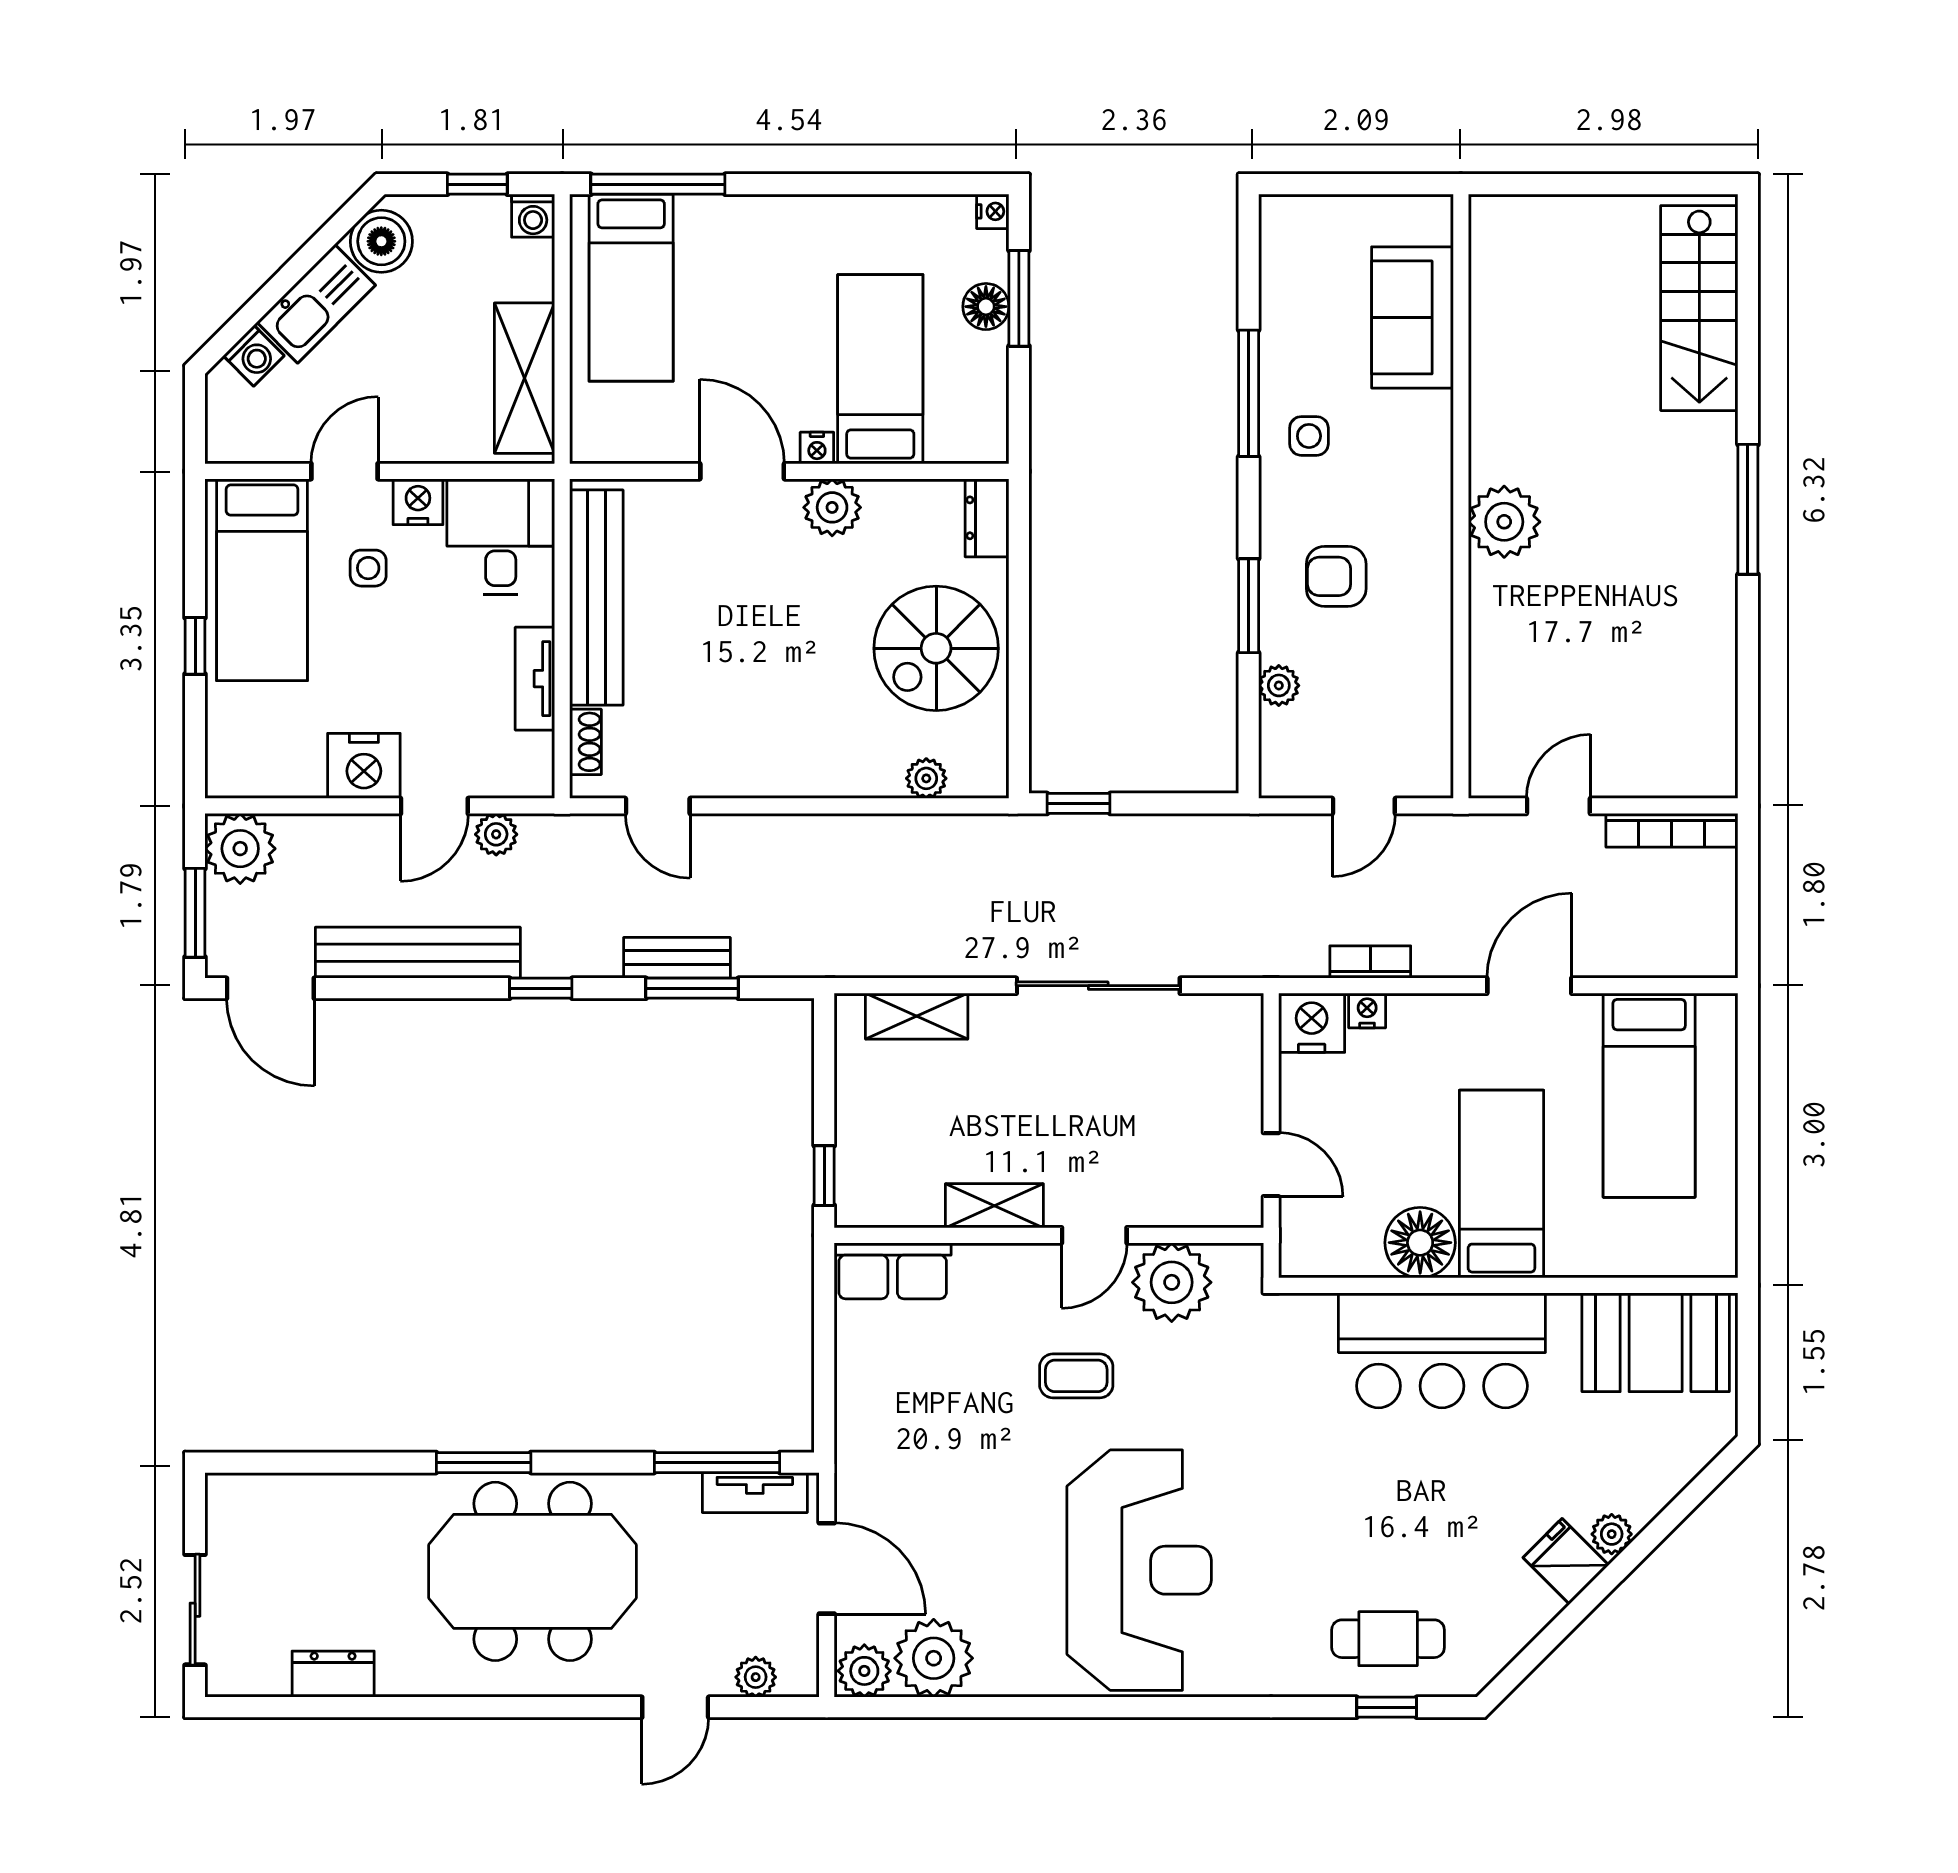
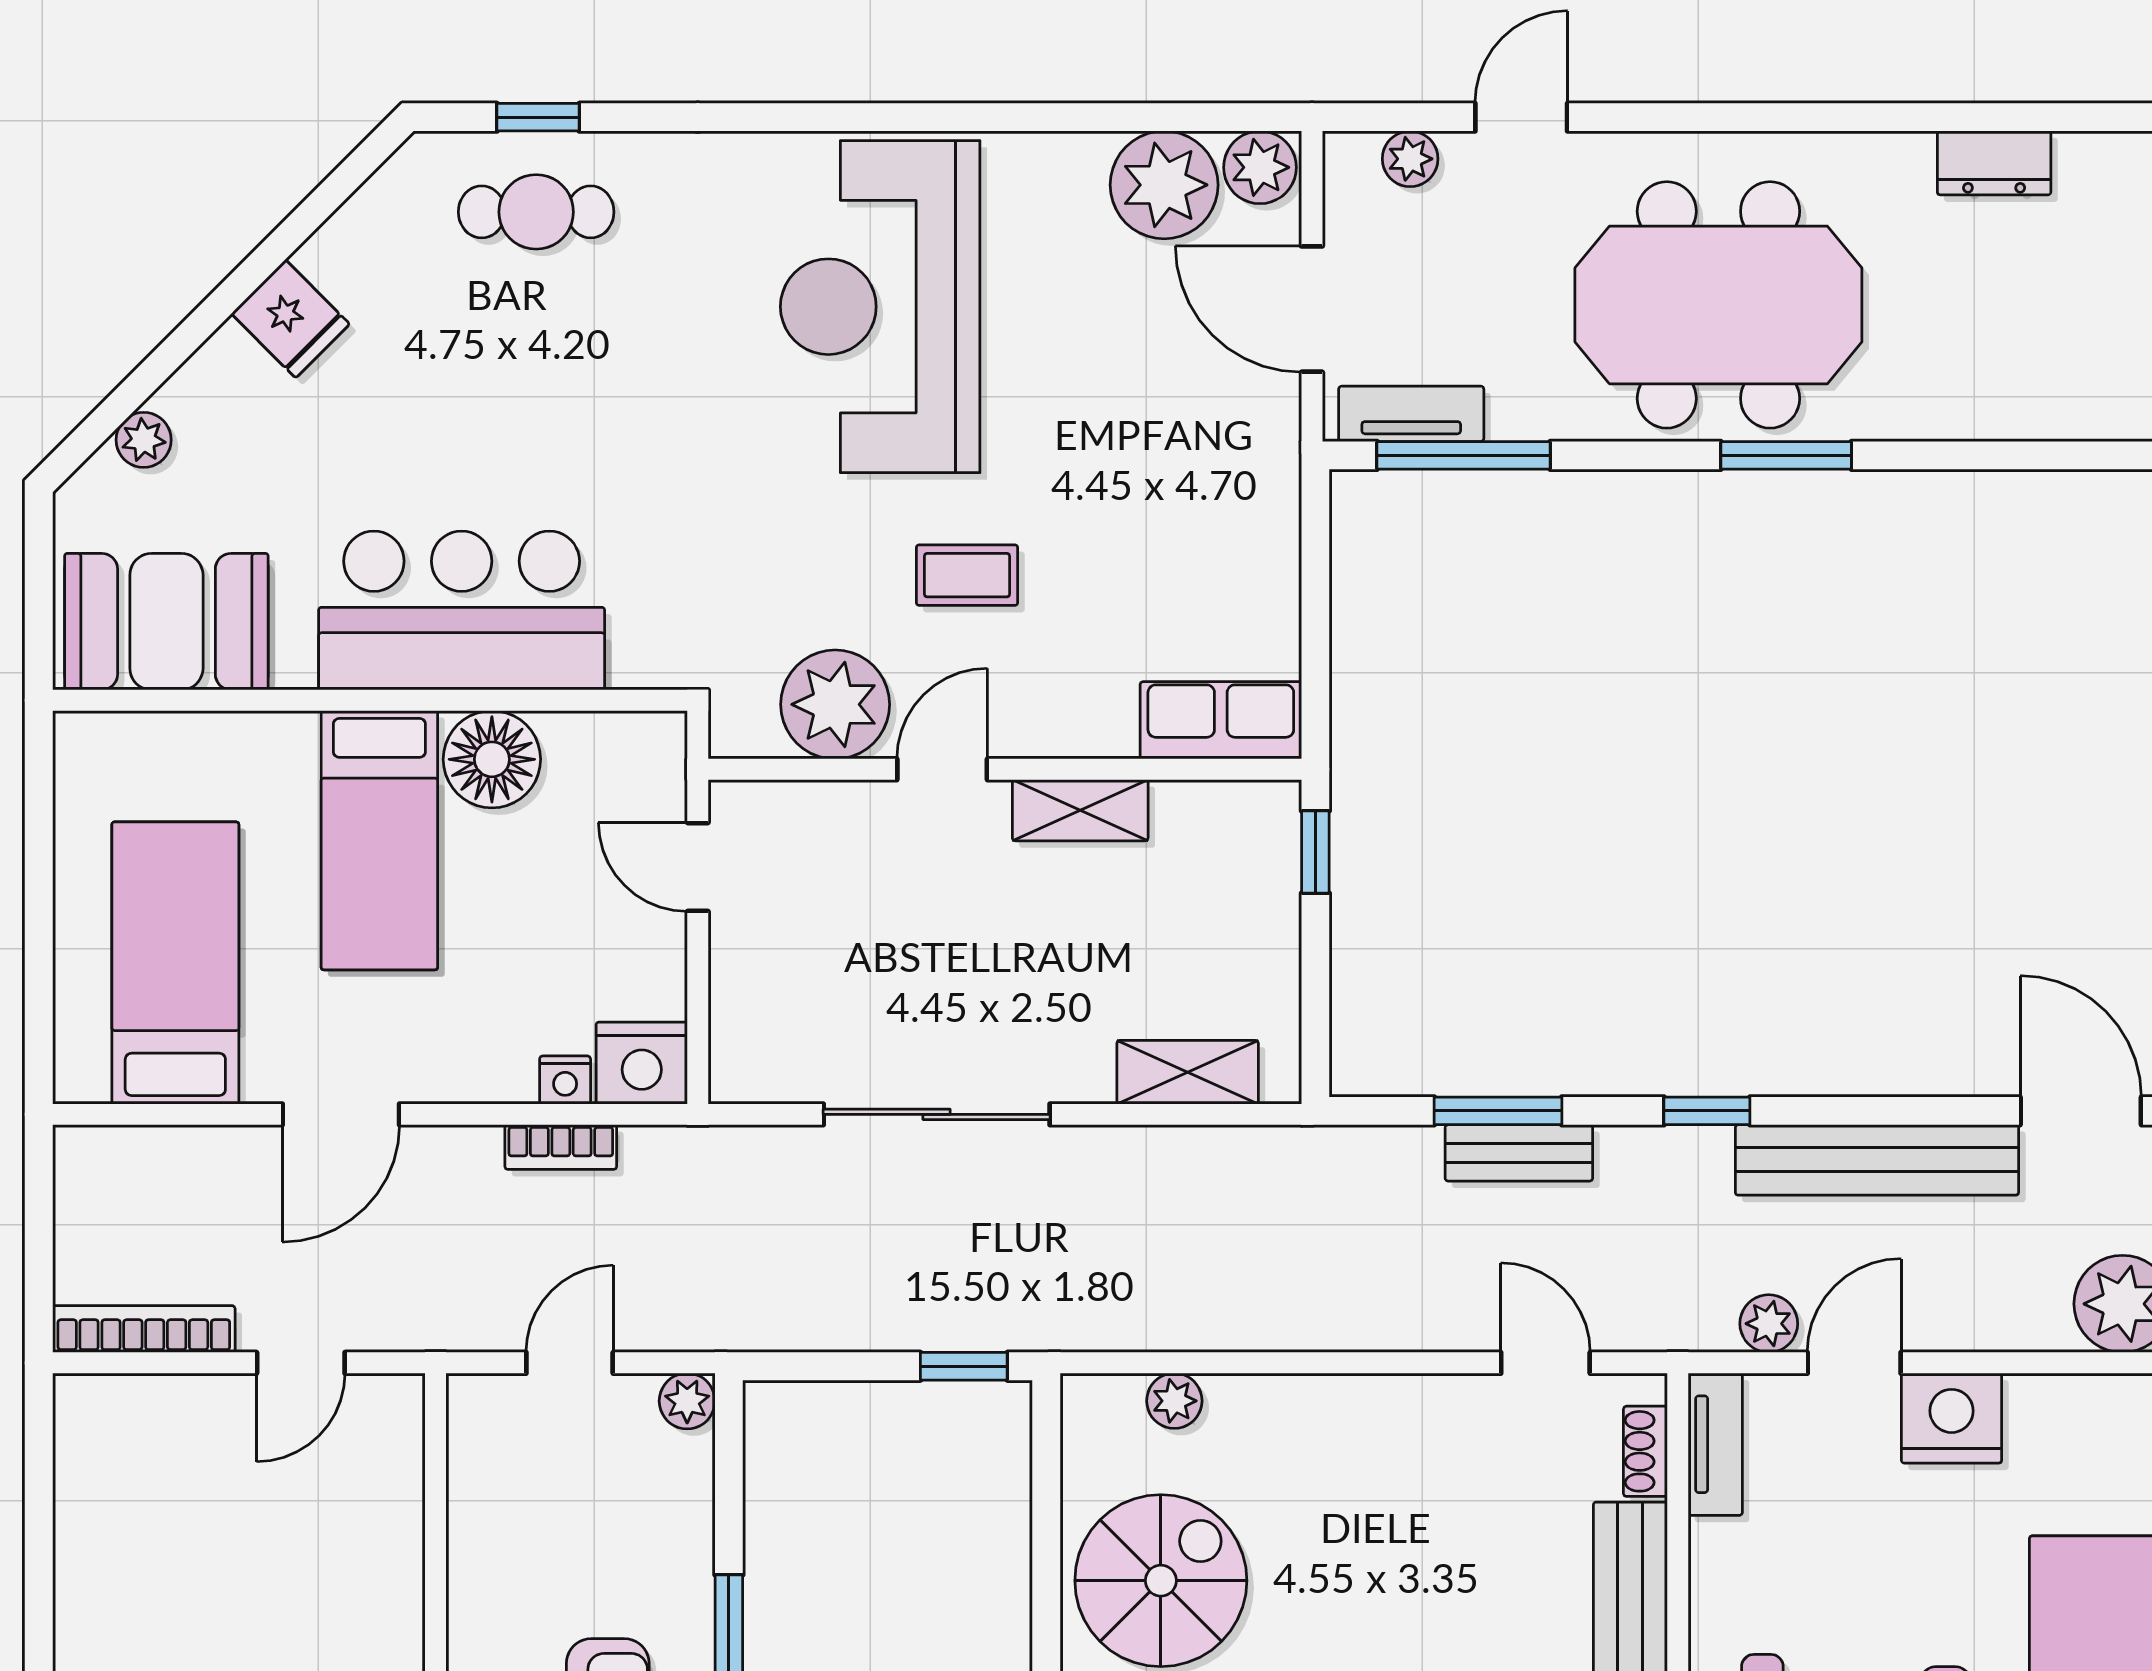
tv unit: (535, 679) -> (1715, 1444), moved
plant: (1279, 685) -> (687, 1401), moved
plant: (1612, 1534) -> (144, 440), moved

